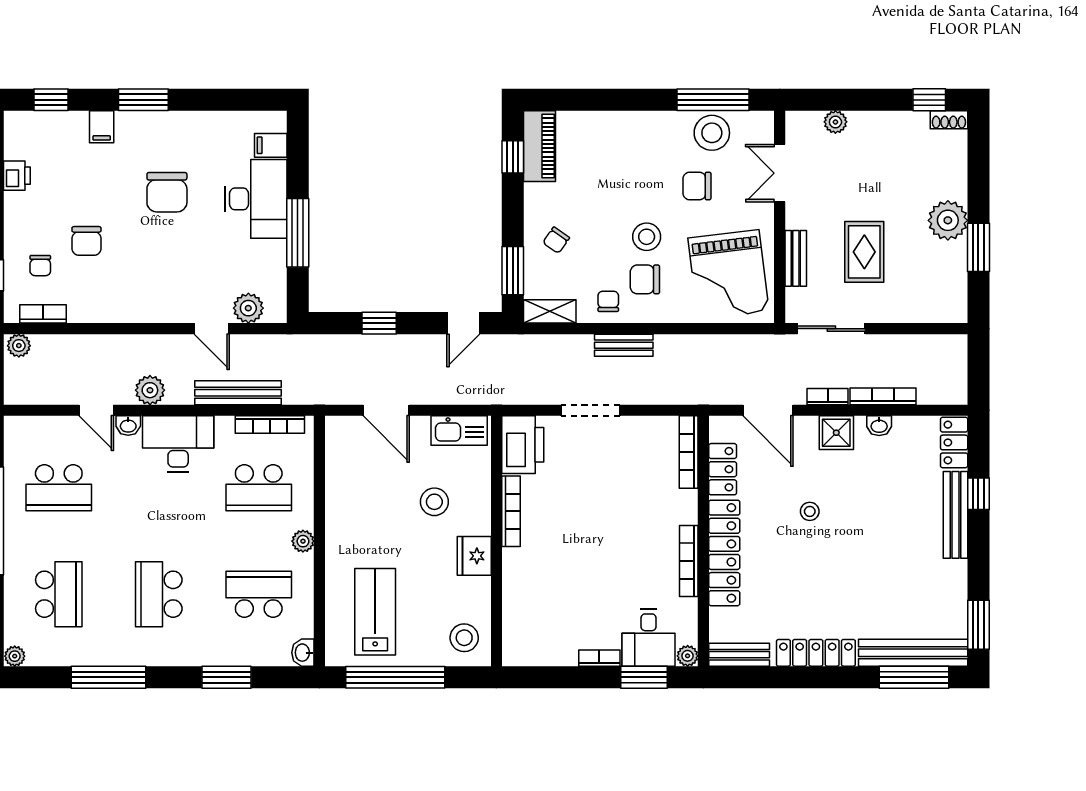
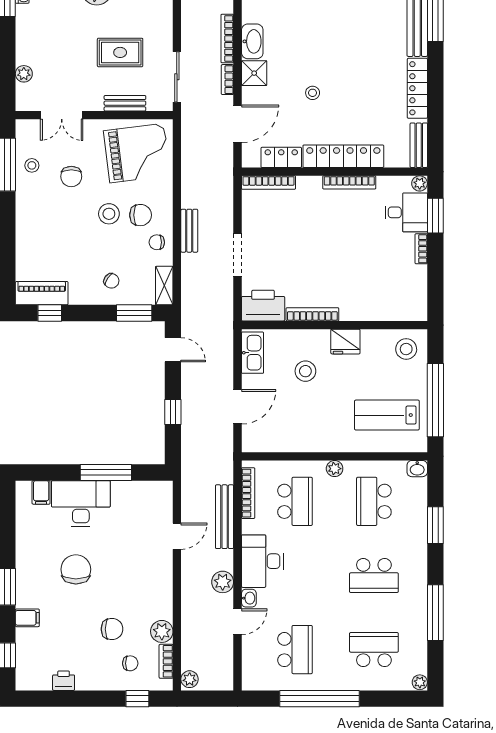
stool: (712, 133) -> (32, 165), width x0.53, depth x0.53
chair: (167, 192) -> (76, 569), turned -90
chair: (645, 279) -> (141, 215), turned -90
plant: (248, 308) -> (162, 631), moved
washbasin: (879, 426) -> (252, 41), width x1.91, depth x1.45

